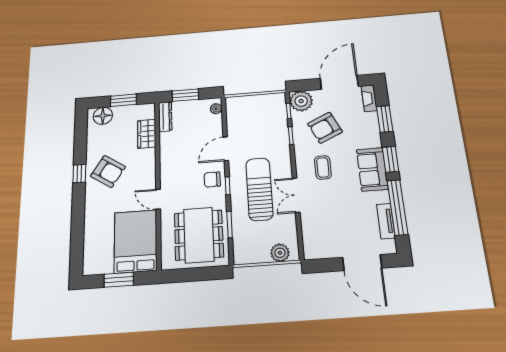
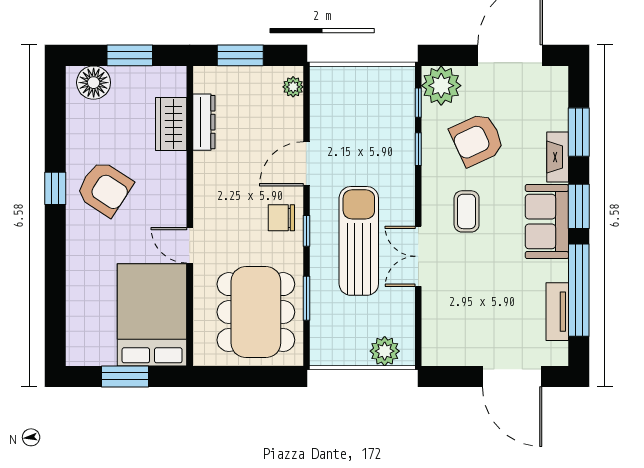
fireplace: (369, 98) -> (558, 157), moved
dresser: (165, 117) -> (204, 122), moved

